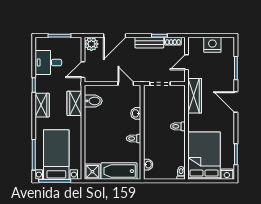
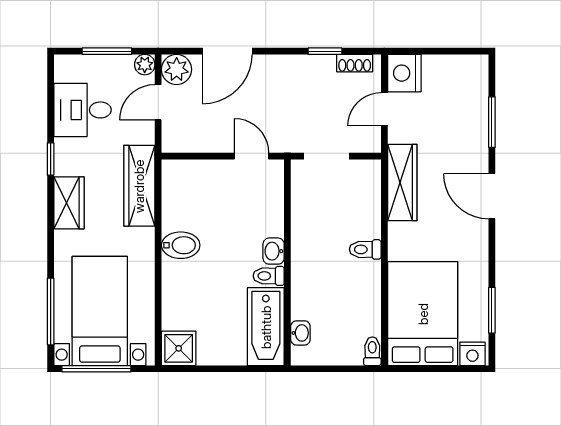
plant: (77, 42) -> (145, 65), added
bench: (149, 43) -> (303, 66), removed
nightstand: (212, 45) -> (404, 73), moved, turned -90
door: (83, 70) -> (158, 102), moved
bidet: (93, 101) -> (181, 245), moved
wardrobe: (74, 103) -> (139, 186), width x1.50
washbasin: (136, 113) -> (274, 251), moved
bathtub: (119, 171) -> (266, 327), moved, turned -90

